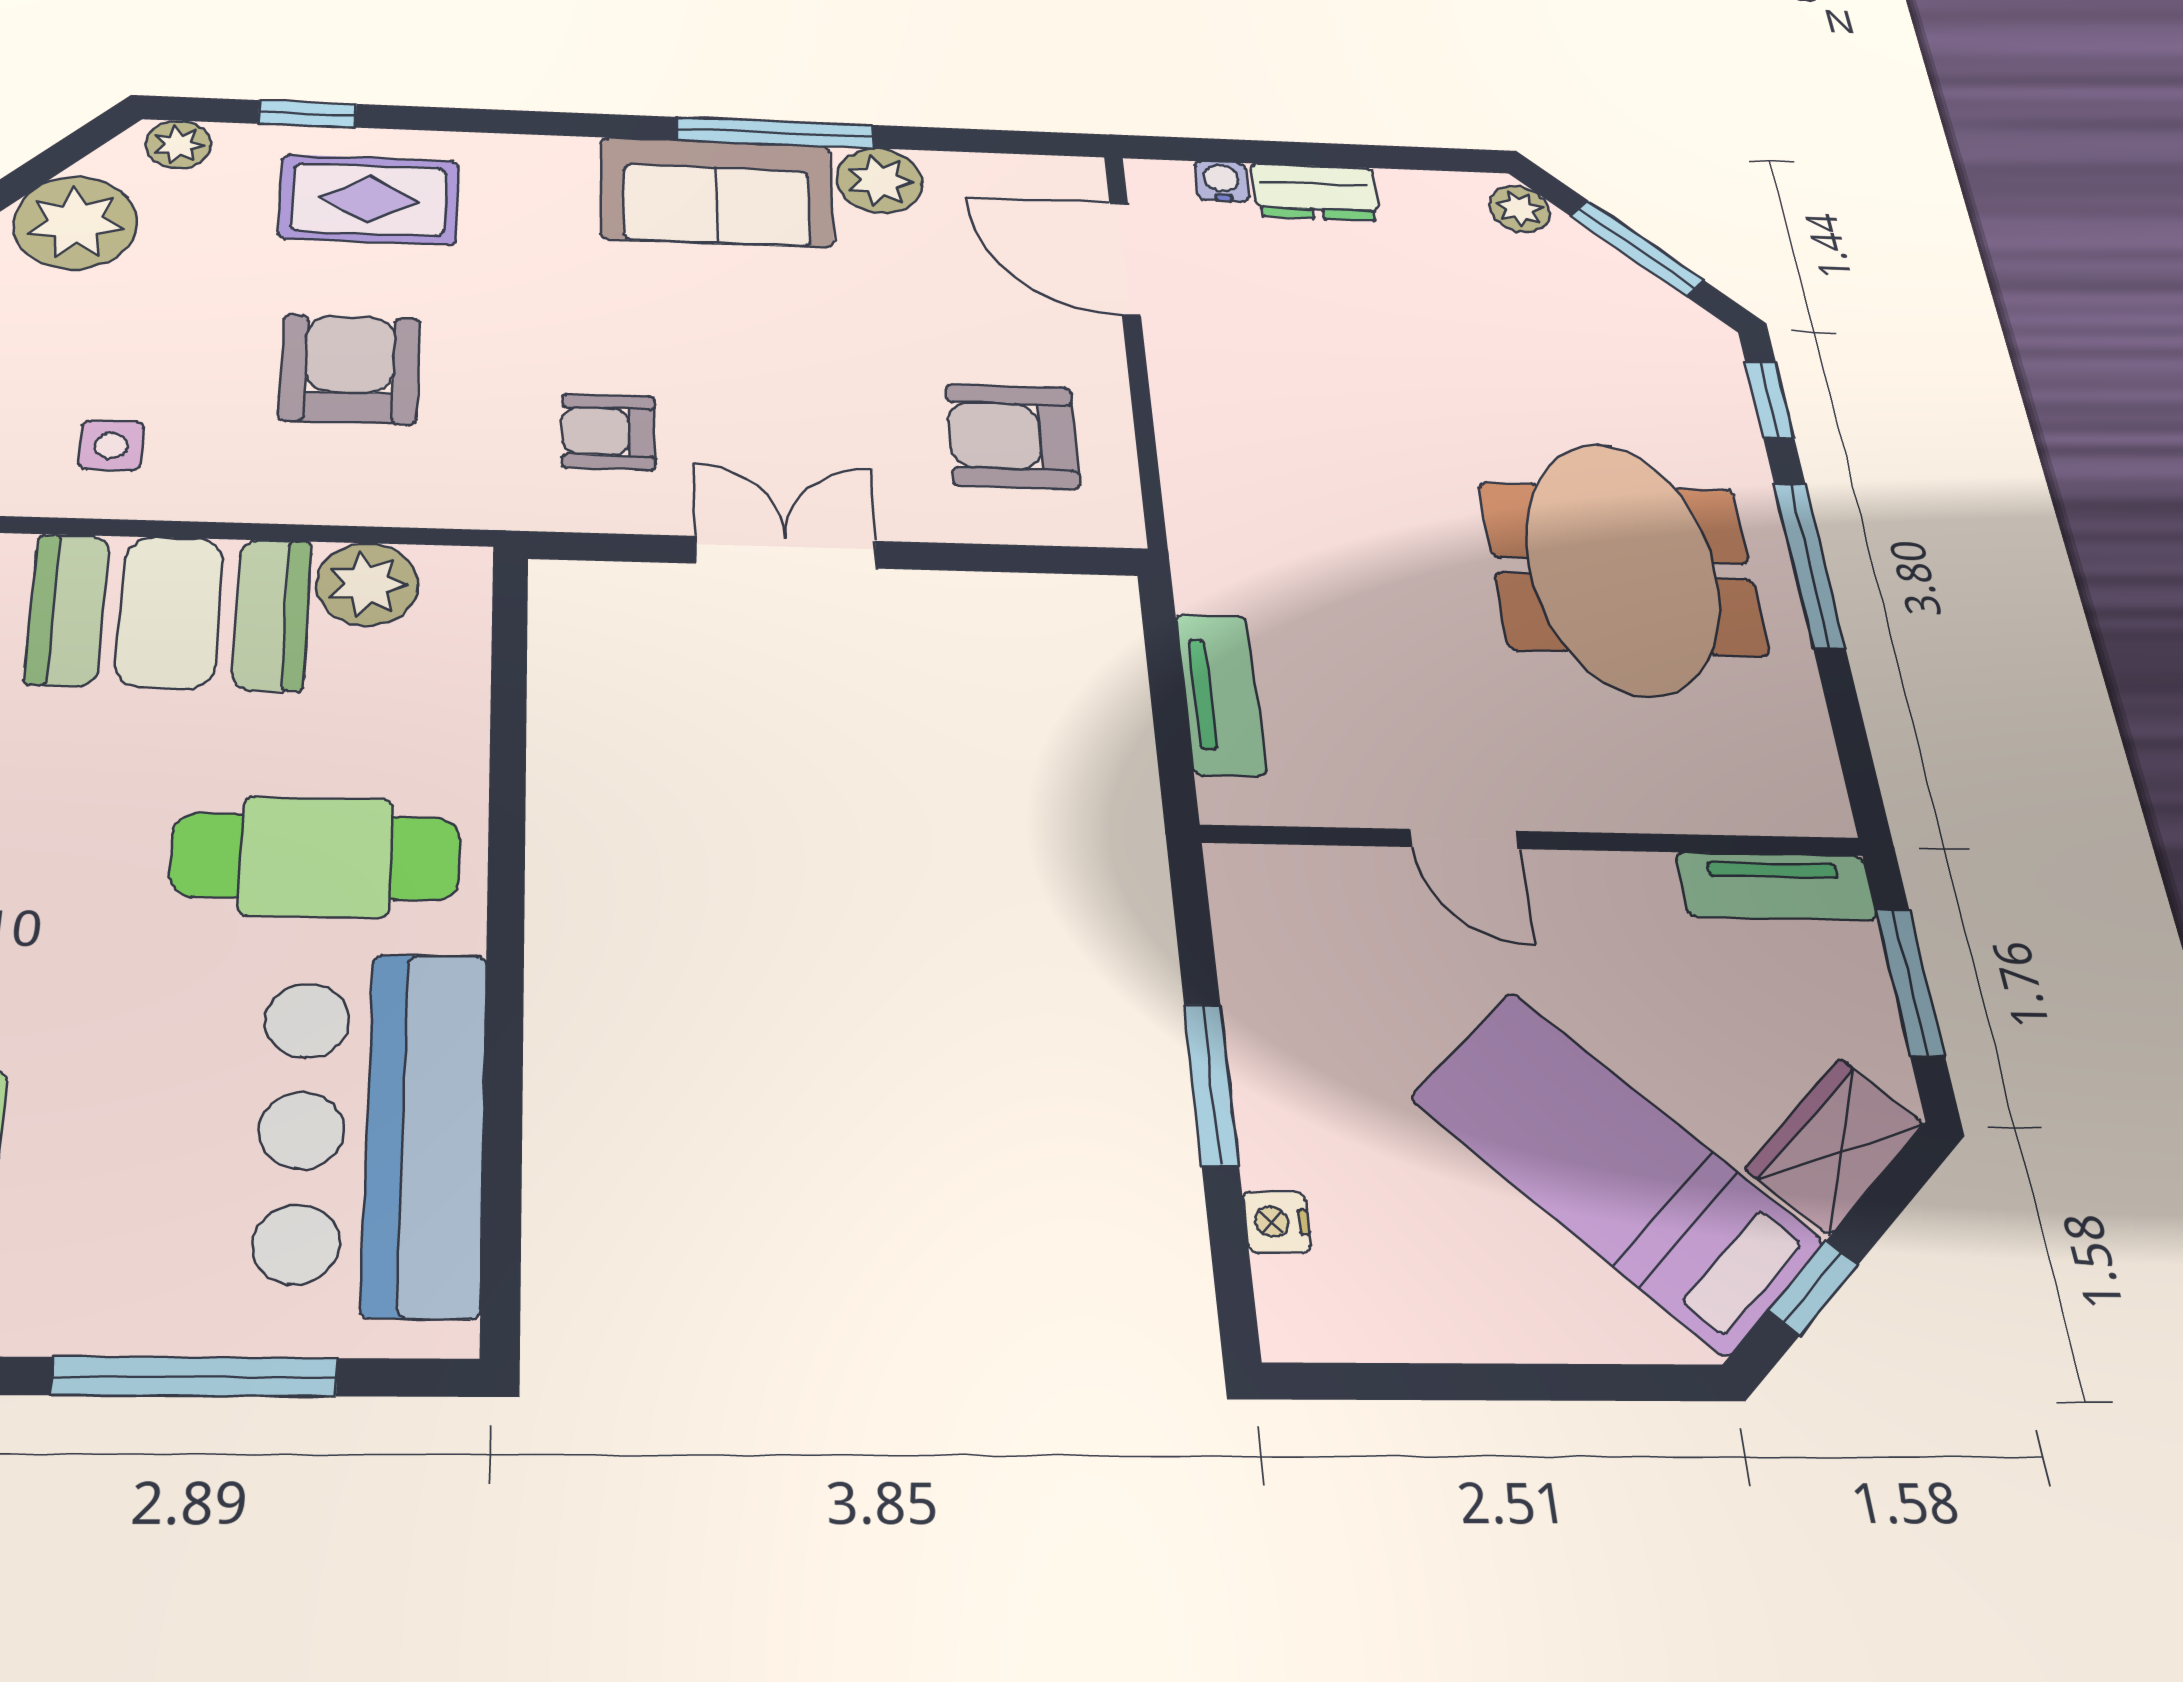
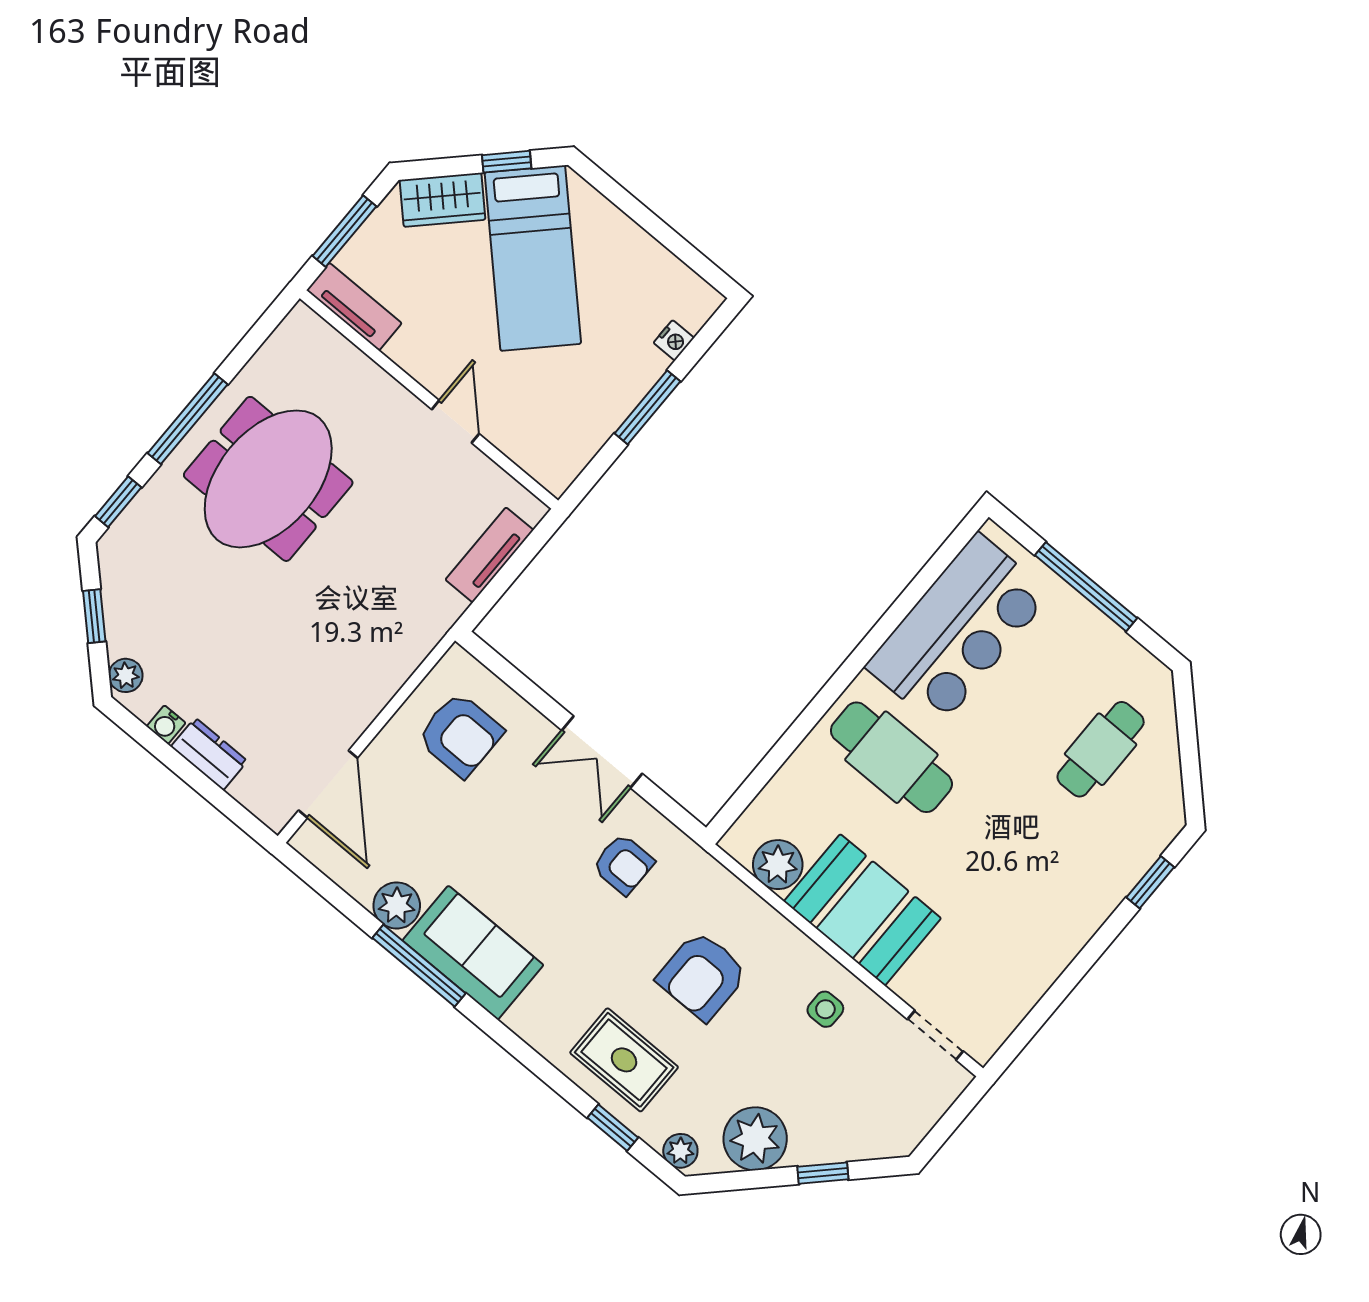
water cooler: (1222, 181) -> (166, 725), moved
window: (1637, 248) -> (94, 616), width x0.67

